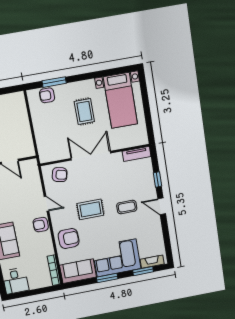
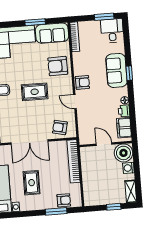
bookcase: (41, 140) -> (74, 161), added
window: (107, 278) -> (35, 22), moved
window: (26, 294) -> (104, 17), added

